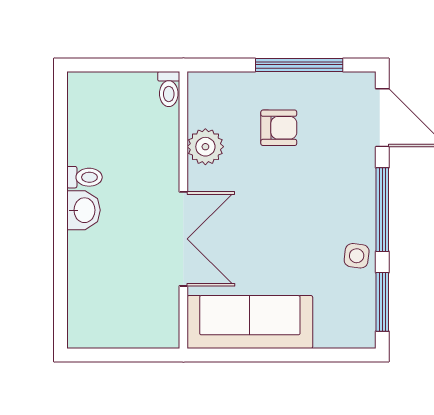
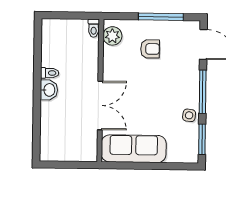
plant: (205, 147) -> (112, 36), moved

